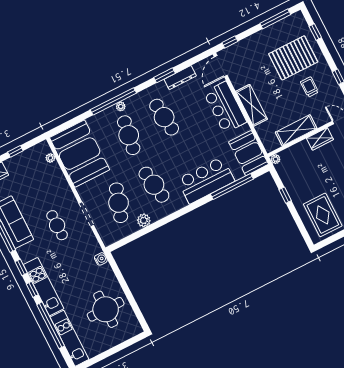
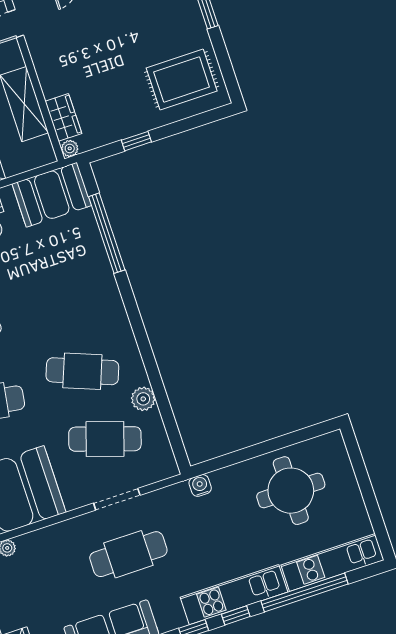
wardrobe: (320, 139) -> (63, 117), moved
bar counter: (206, 180) -> (89, 278), removed
cafe table: (154, 185) -> (82, 371), turned 30
cafe table: (57, 225) -> (128, 554), width x1.37, depth x1.35

